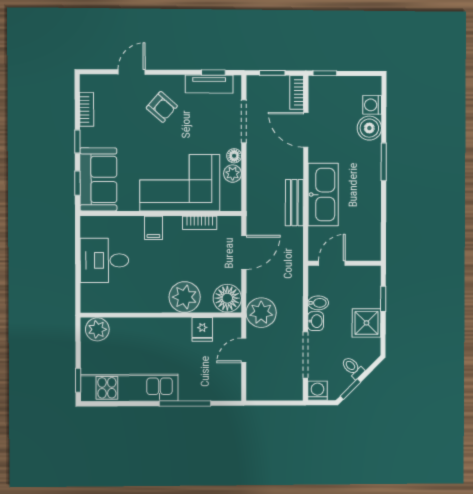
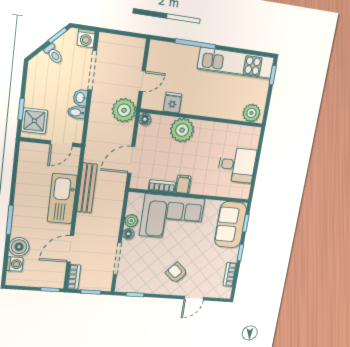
tv unit: (209, 84) -> (139, 287), removed
door: (306, 130) -> (70, 249), swing flipped
bench: (294, 203) -> (87, 188), width x1.36
filing cabinet: (153, 228) -> (183, 184), moved
floor lamp: (227, 298) -> (145, 119), width x0.53, depth x0.53
shower: (366, 323) -> (34, 121), moved

